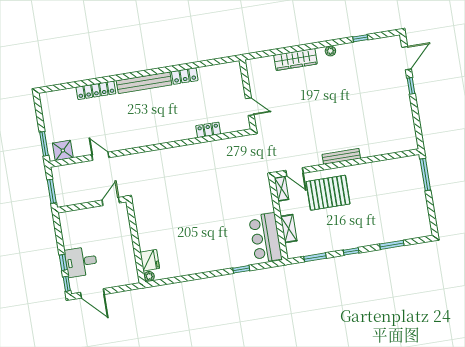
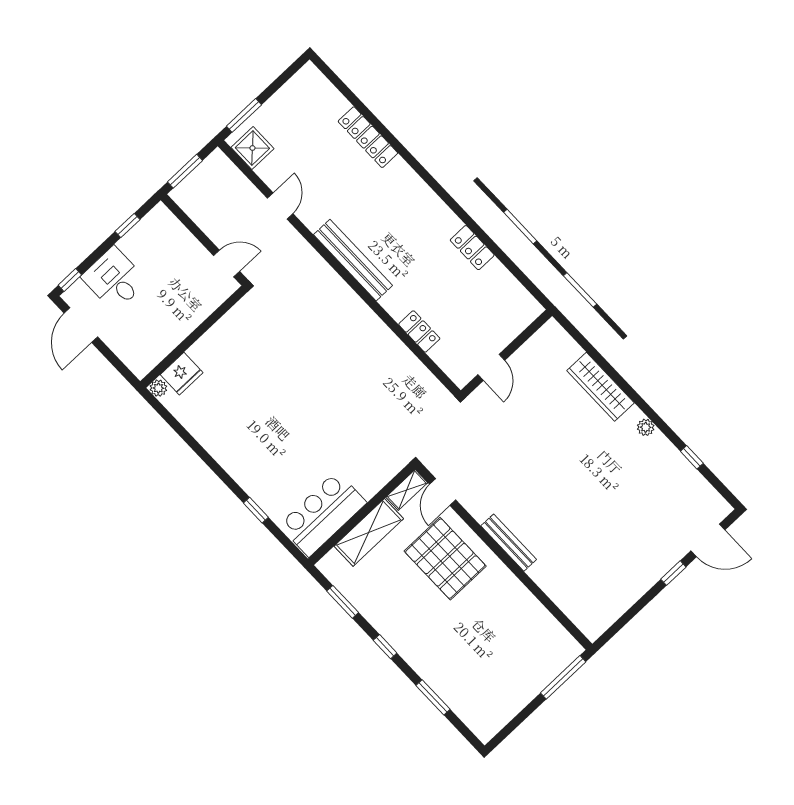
bench: (144, 83) -> (353, 260), moved
shelving: (289, 229) -> (369, 532), width x1.50, depth x1.33
window: (63, 262) -> (128, 225), moved

